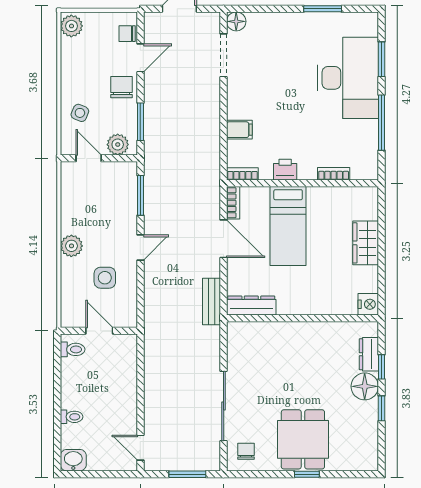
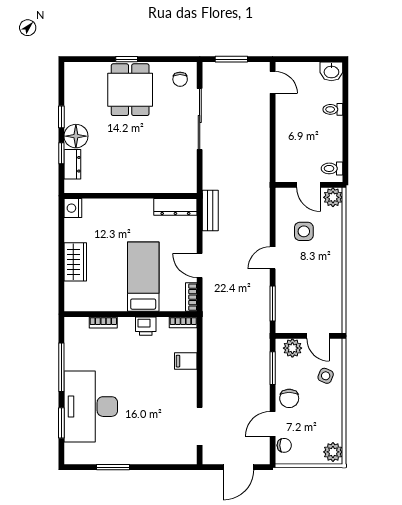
floor lamp: (236, 21) -> (189, 456), removed
door: (224, 239) -> (200, 266), width x0.73
plant: (71, 246) -> (333, 197), moved

